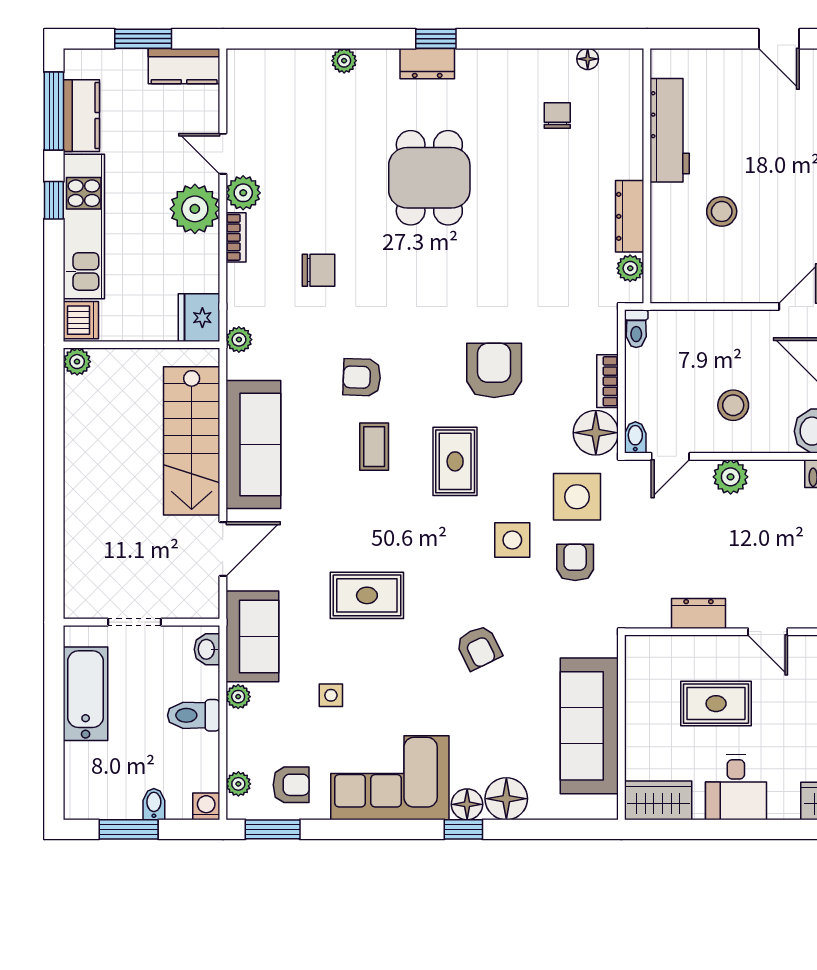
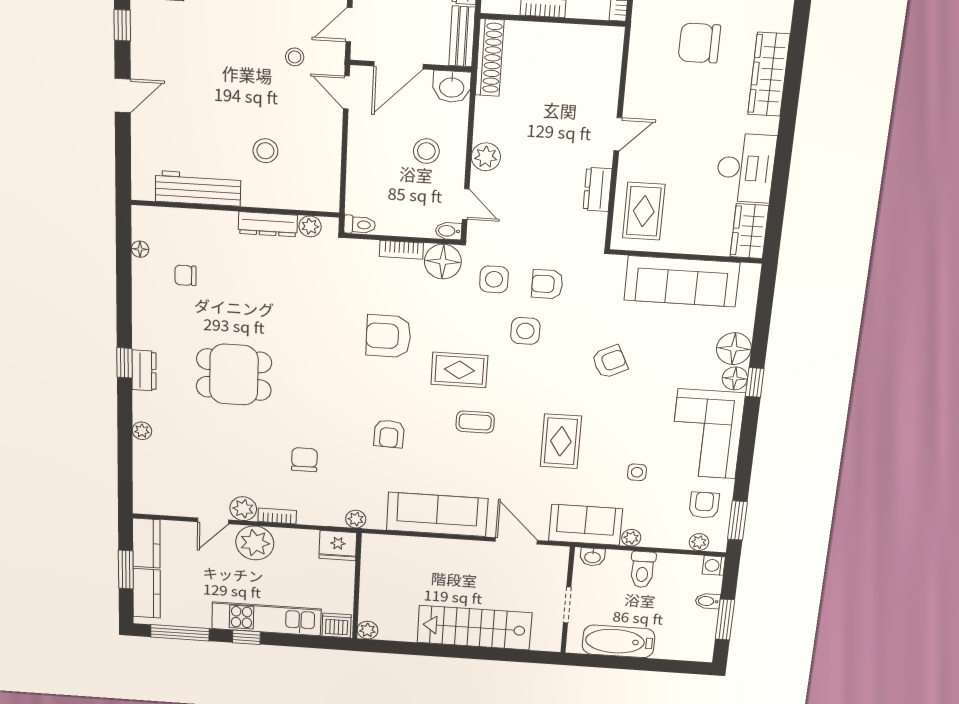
kitchen counter: (81, 116) -> (147, 593), moved, turned 90
stairs: (192, 441) -> (474, 628), moved, turned 180
coffee table: (374, 447) -> (475, 422), moved
side table: (577, 497) -> (494, 279), width x0.73, depth x0.73
rug: (716, 704) -> (644, 211), moved
desk: (736, 787) -> (746, 168), width x1.37

